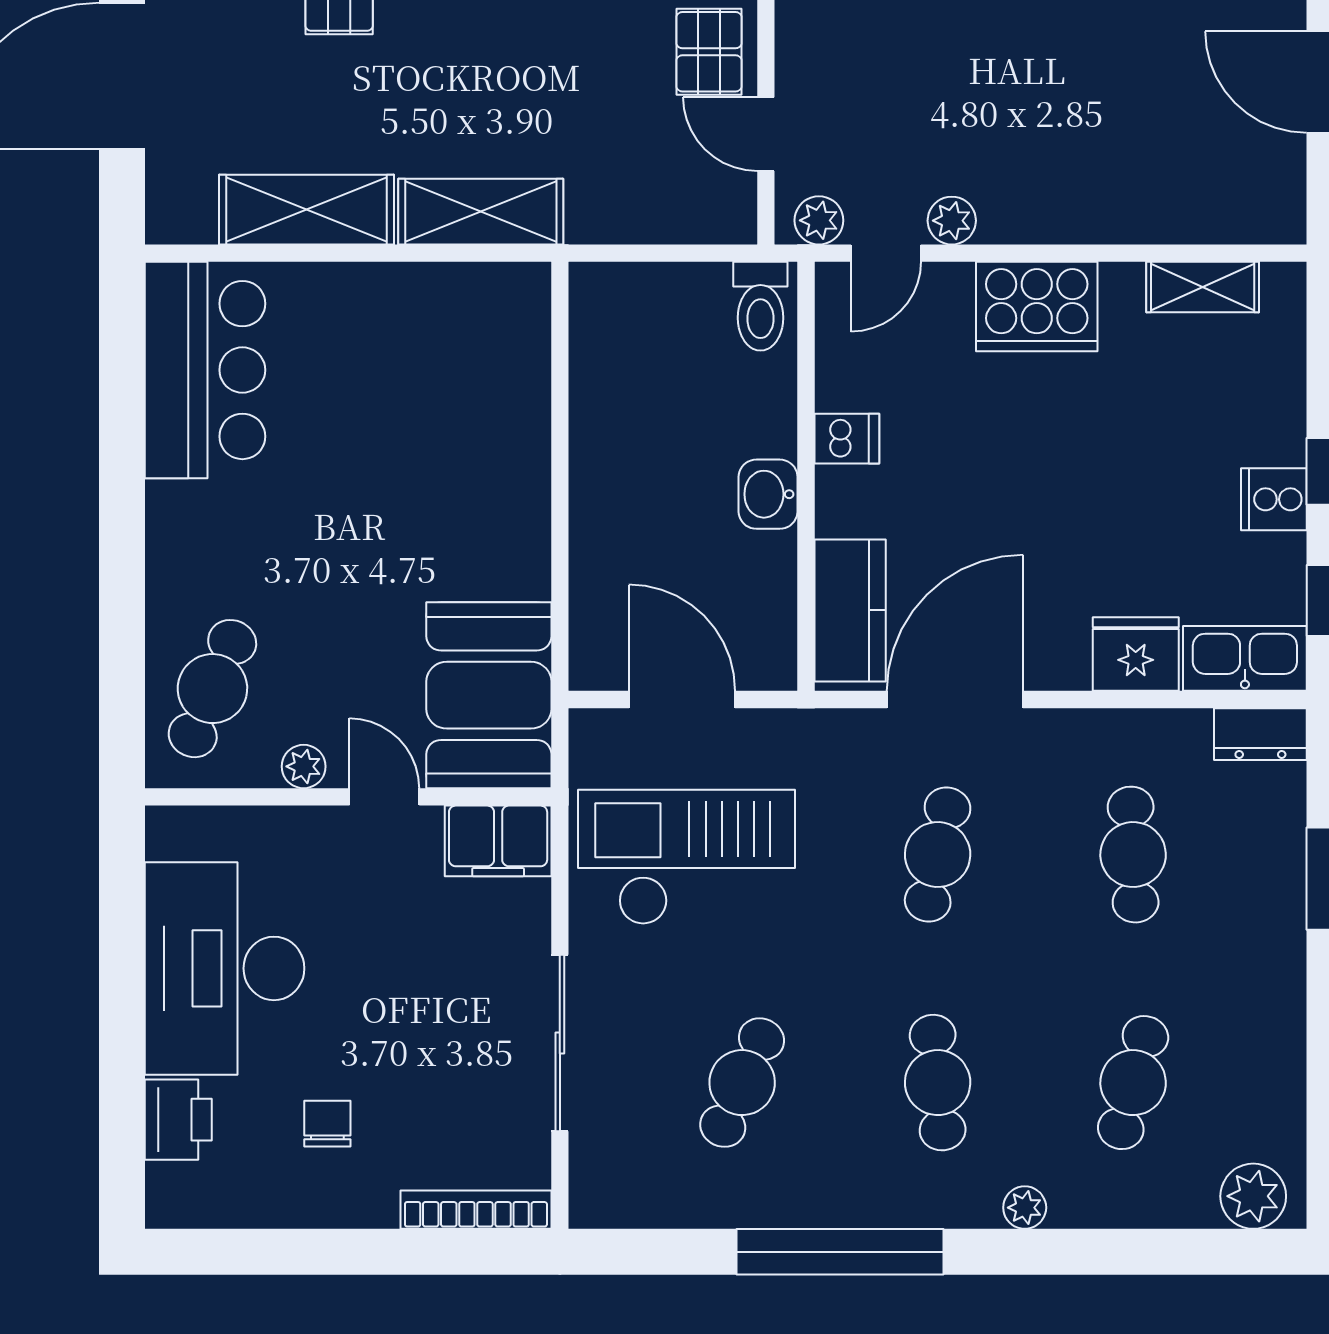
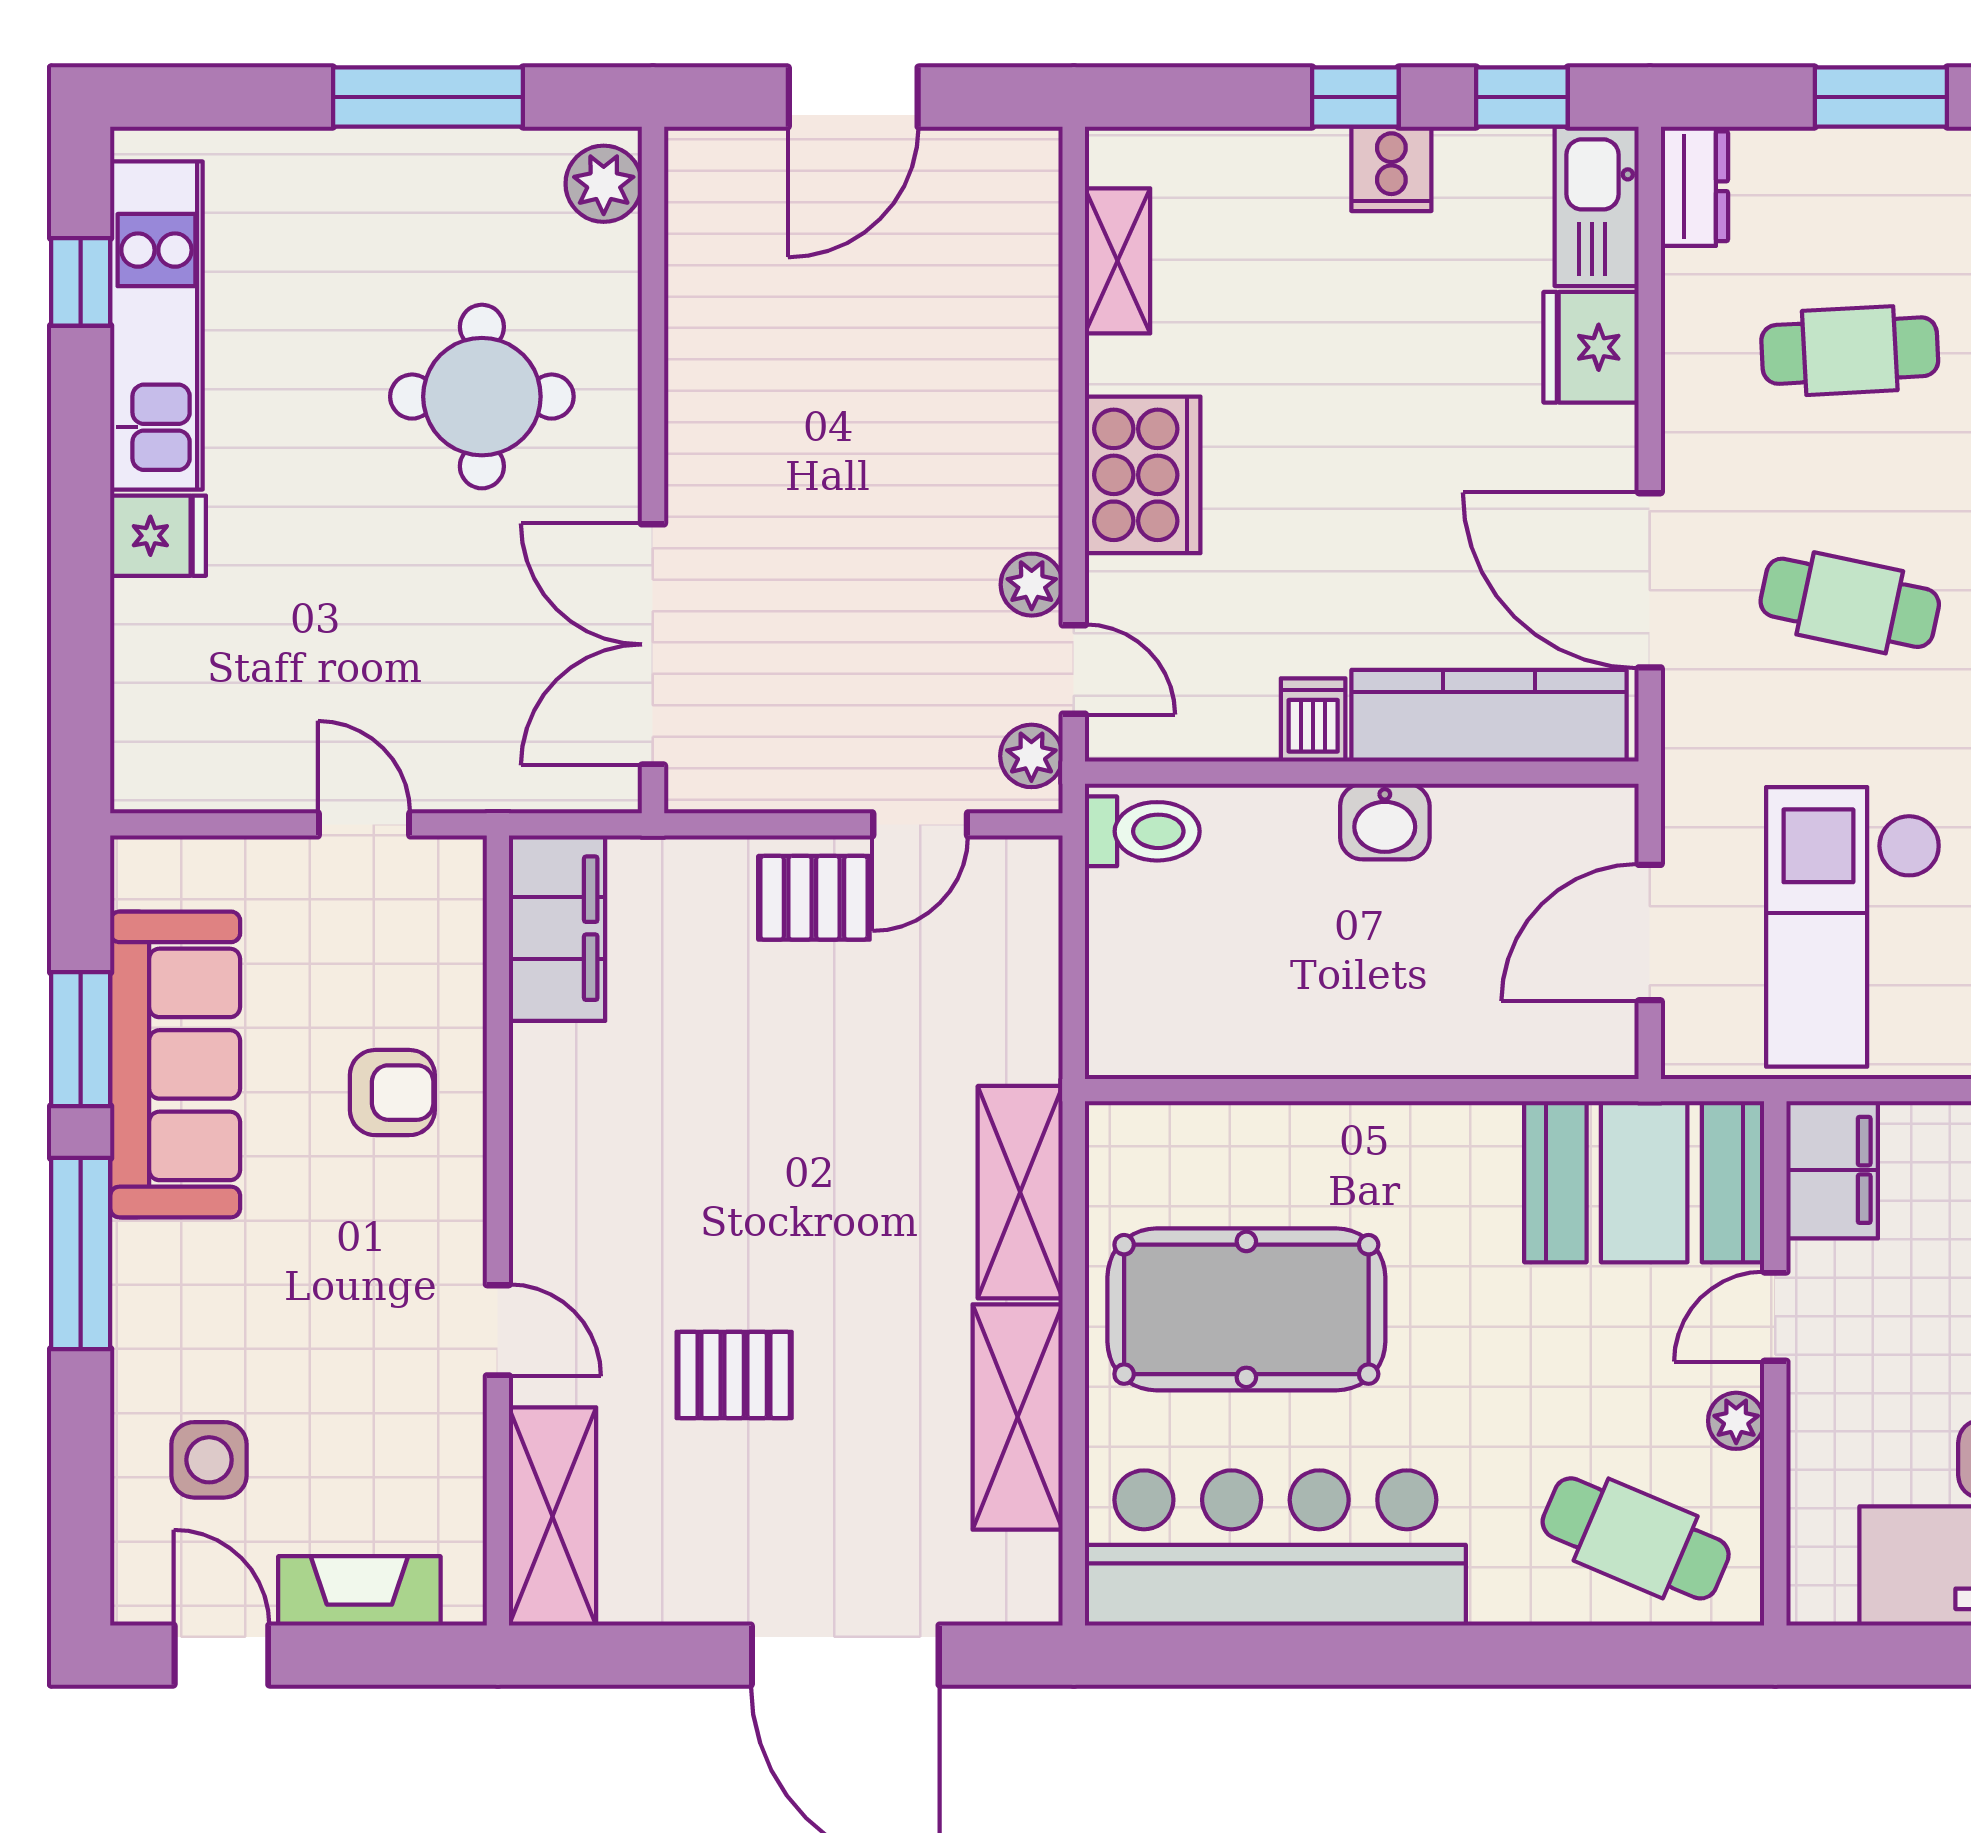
bar counter: (205, 370) -> (1275, 1548), width x1.36
pool table: (390, 387) -> (1246, 1309), added
kitchen counter: (850, 610) -> (1489, 716), width x1.50

